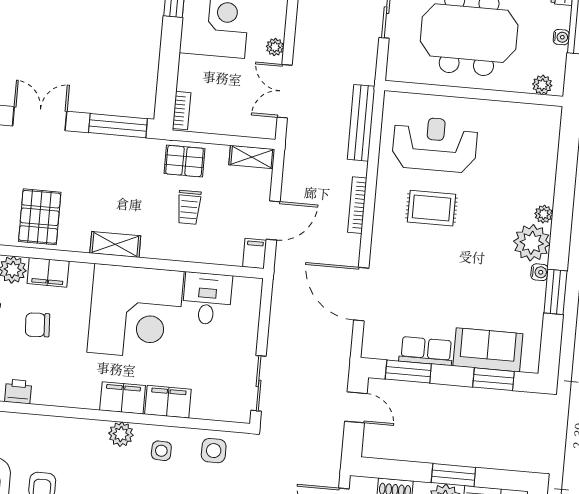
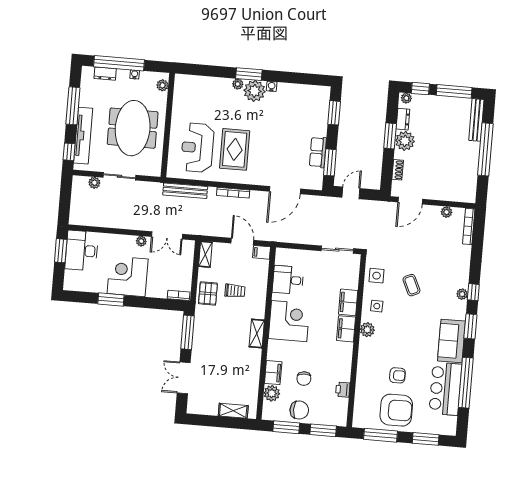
rug: (432, 208) -> (235, 149), width x1.36, depth x1.43
pallet: (40, 217) -> (241, 378), removed
window: (555, 292) -> (249, 74), moved
corner desk: (135, 312) -> (289, 321), width x0.74, depth x0.74
sofa: (488, 350) -> (317, 116), removed

